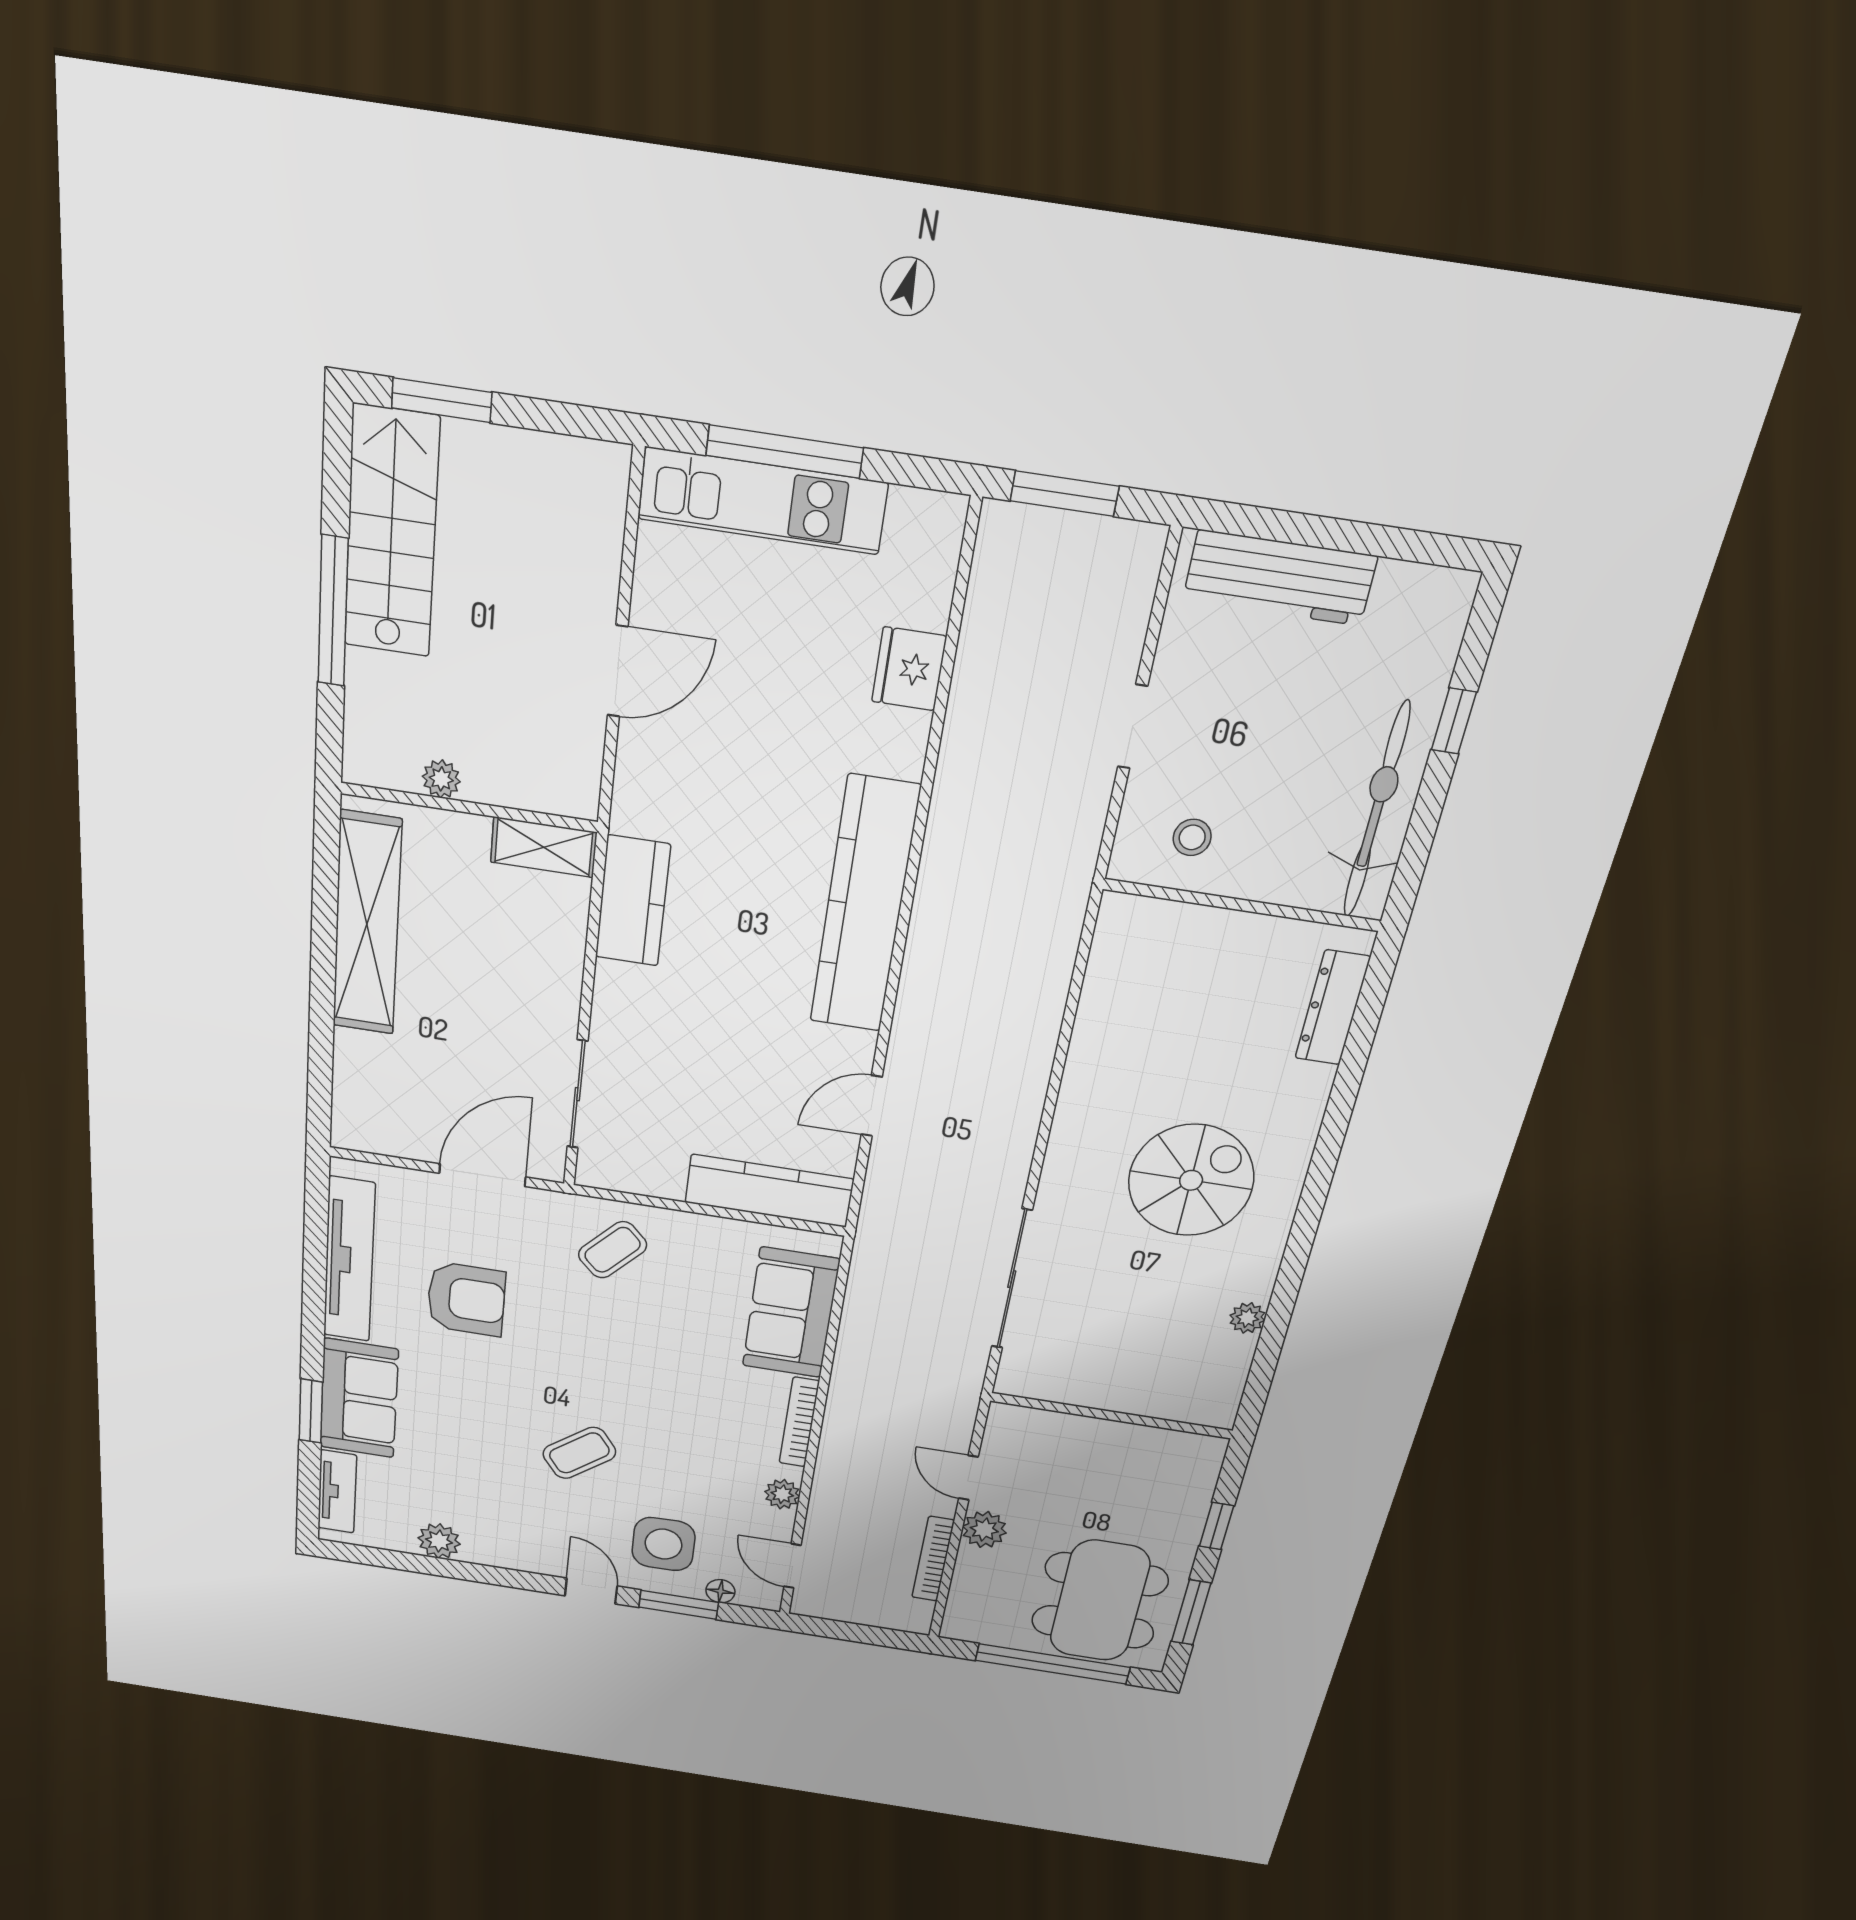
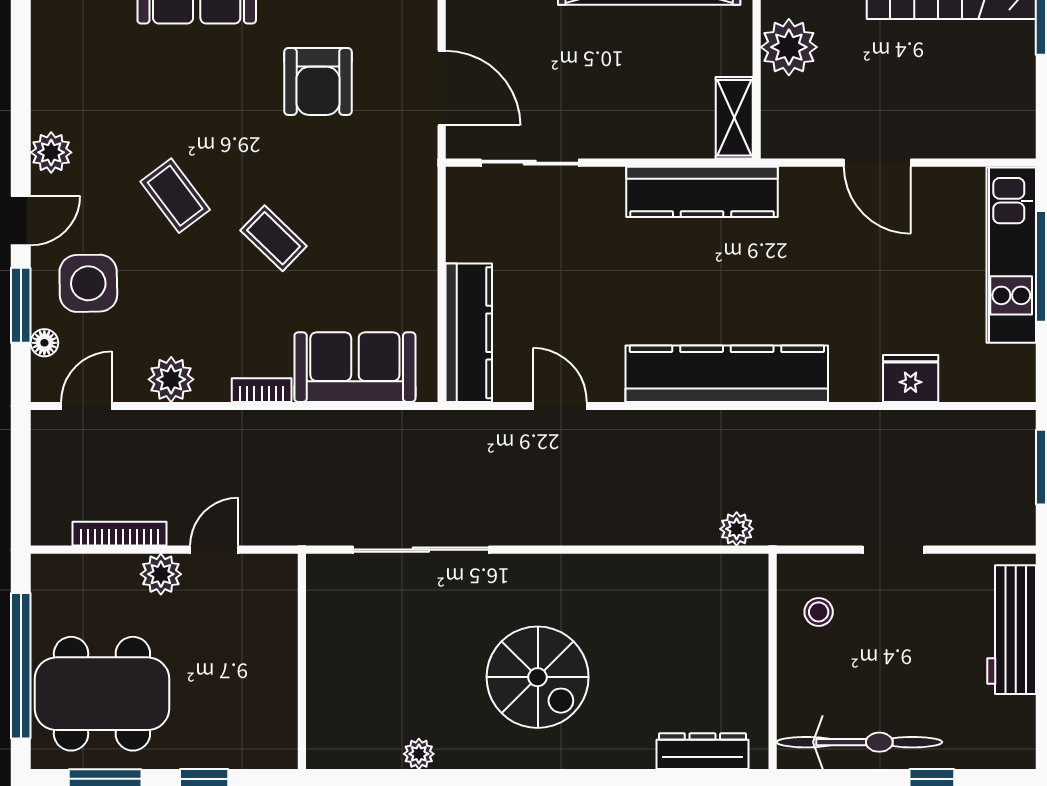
plant: (441, 779) -> (789, 47), width x1.88, depth x1.88
kitchen counter: (633, 901) -> (702, 192), width x1.50
plant: (1062, 924) -> (737, 529), added
coffee table: (613, 1250) -> (274, 238), moved
bookcase: (799, 1422) -> (262, 390), width x0.64
plant: (782, 1494) -> (171, 379), width x1.38, depth x1.38
plant: (439, 1541) -> (51, 152), moved

